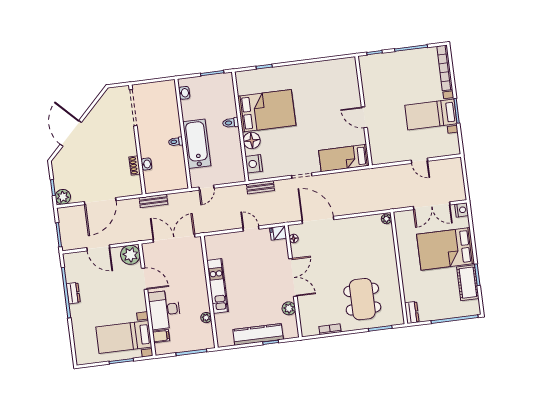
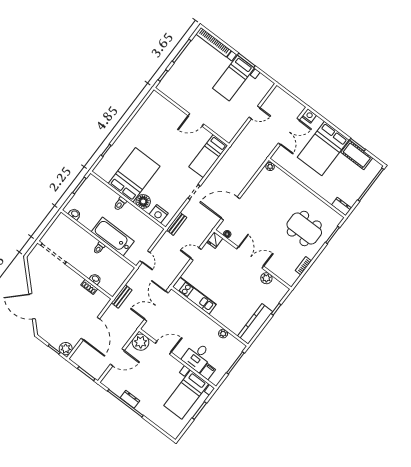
kitchen unit: (218, 286) -> (195, 296), moved
desk: (164, 310) -> (197, 357), width x0.73
kitchen counter: (258, 334) -> (255, 324), moved

